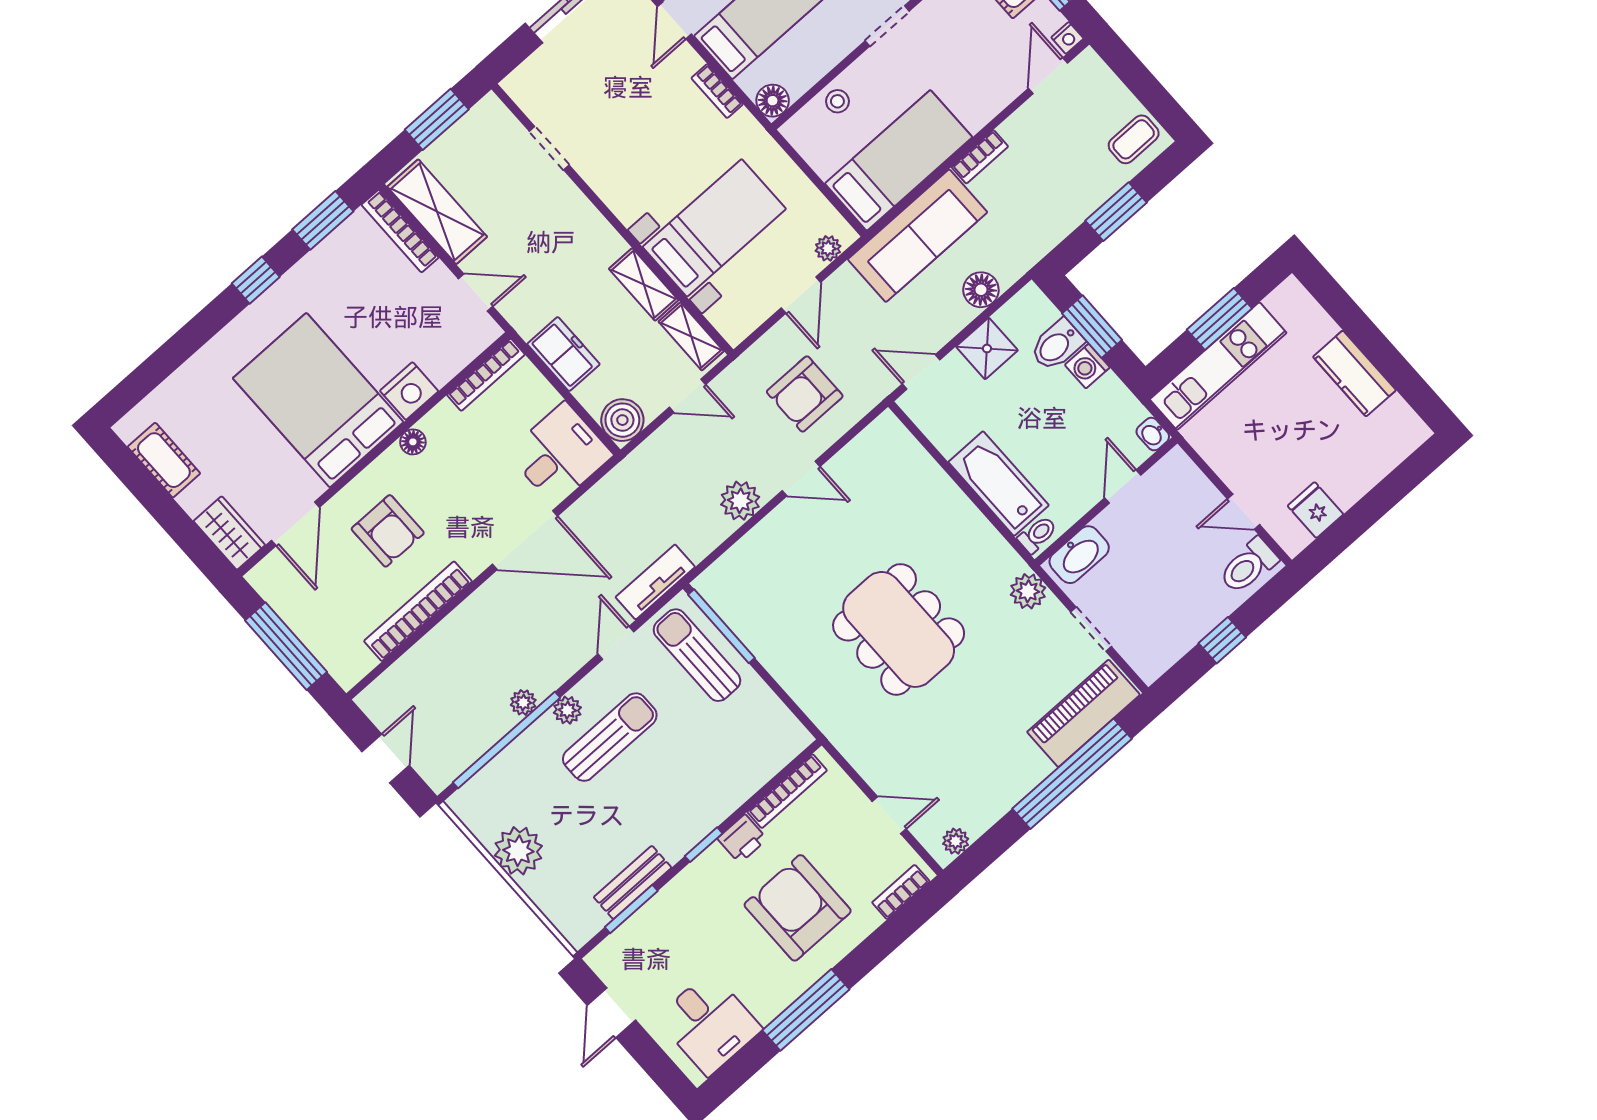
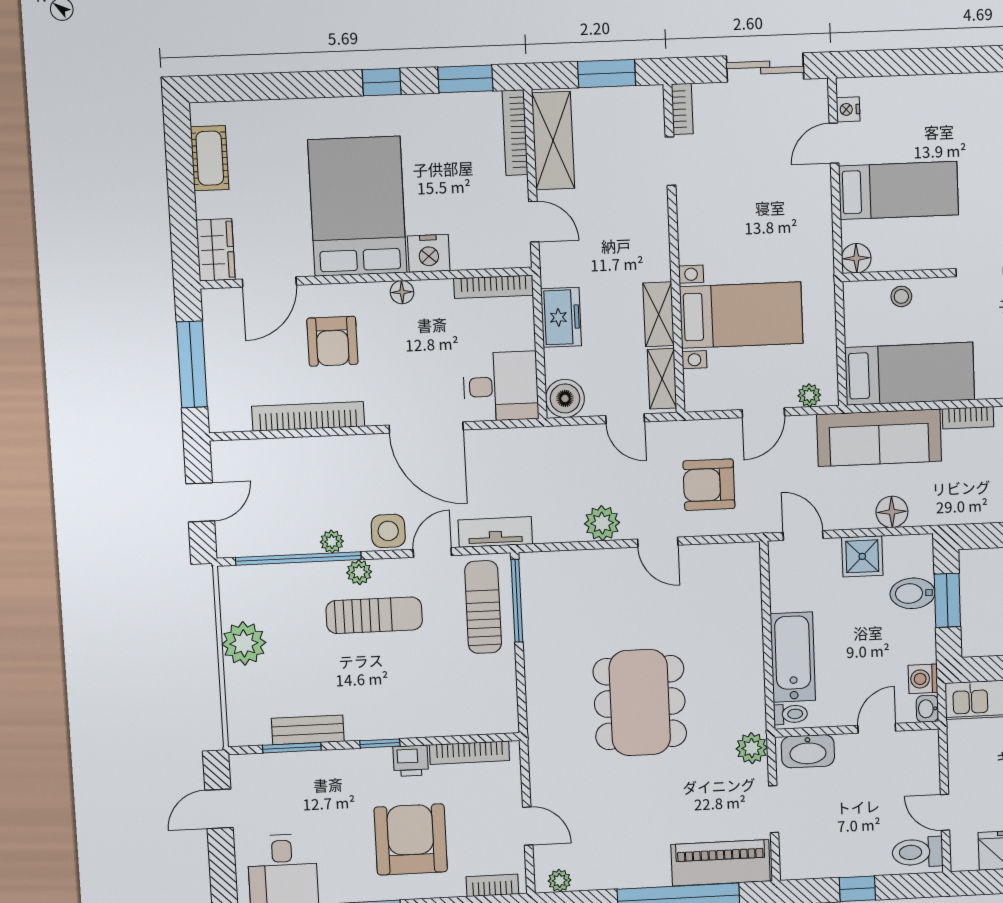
bookcase: (717, 91) -> (682, 109), moved, turned 180
washing machine: (1087, 366) -> (923, 679), moved
side table: (564, 655) -> (388, 531), added

